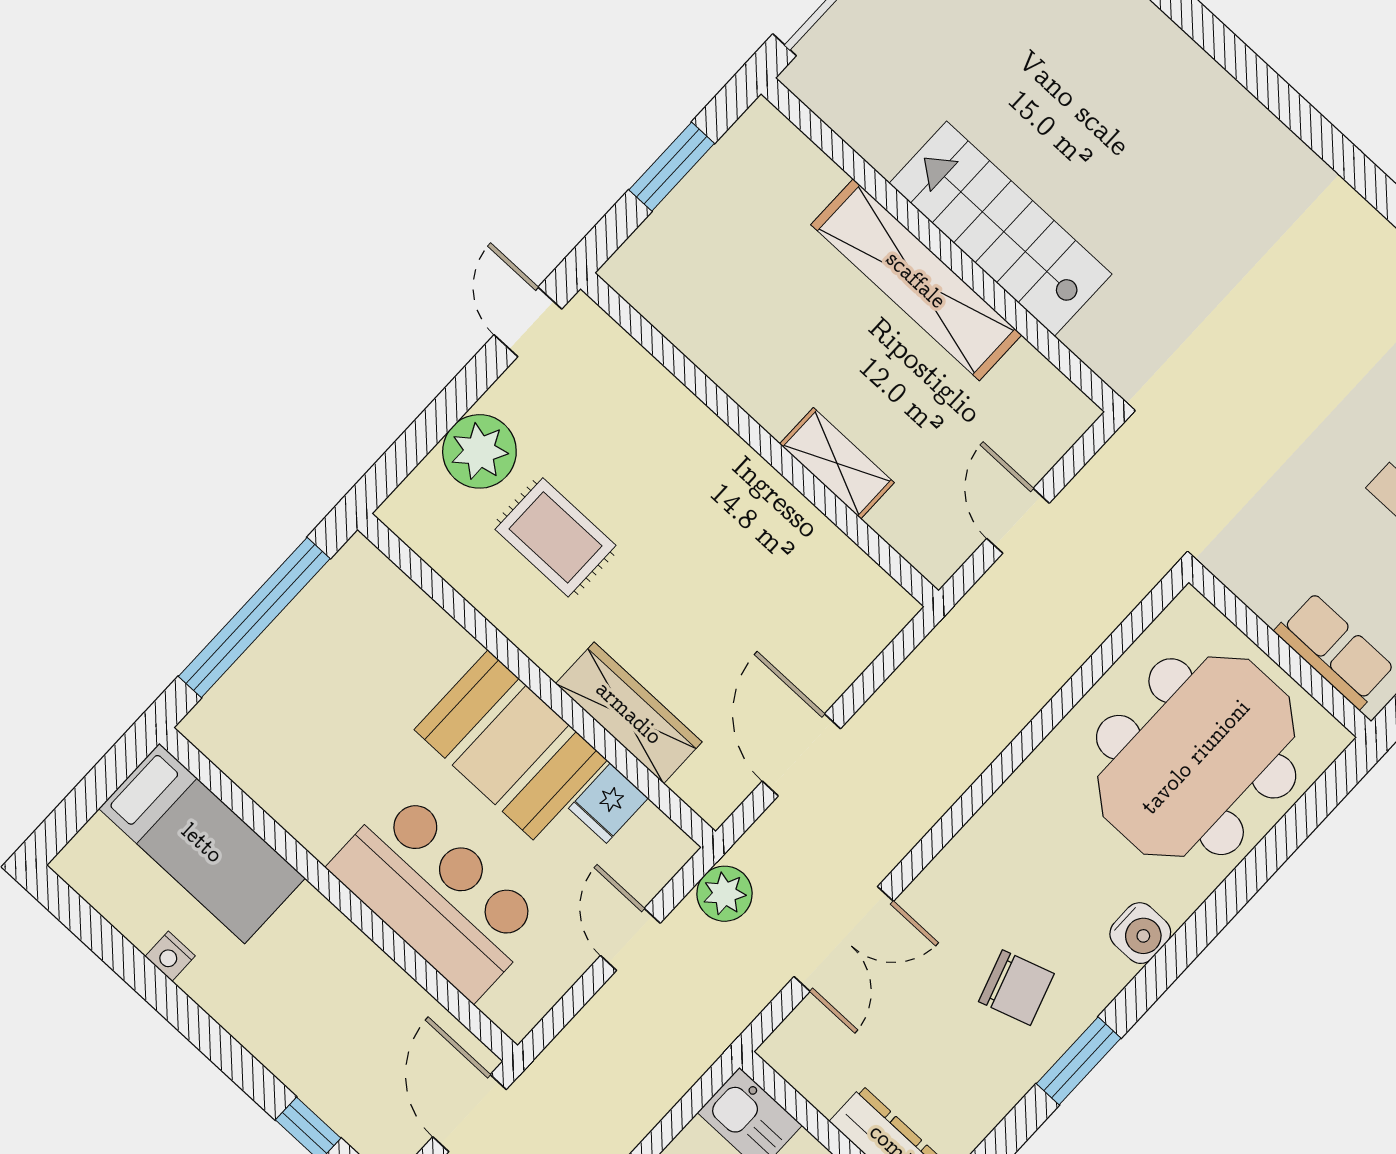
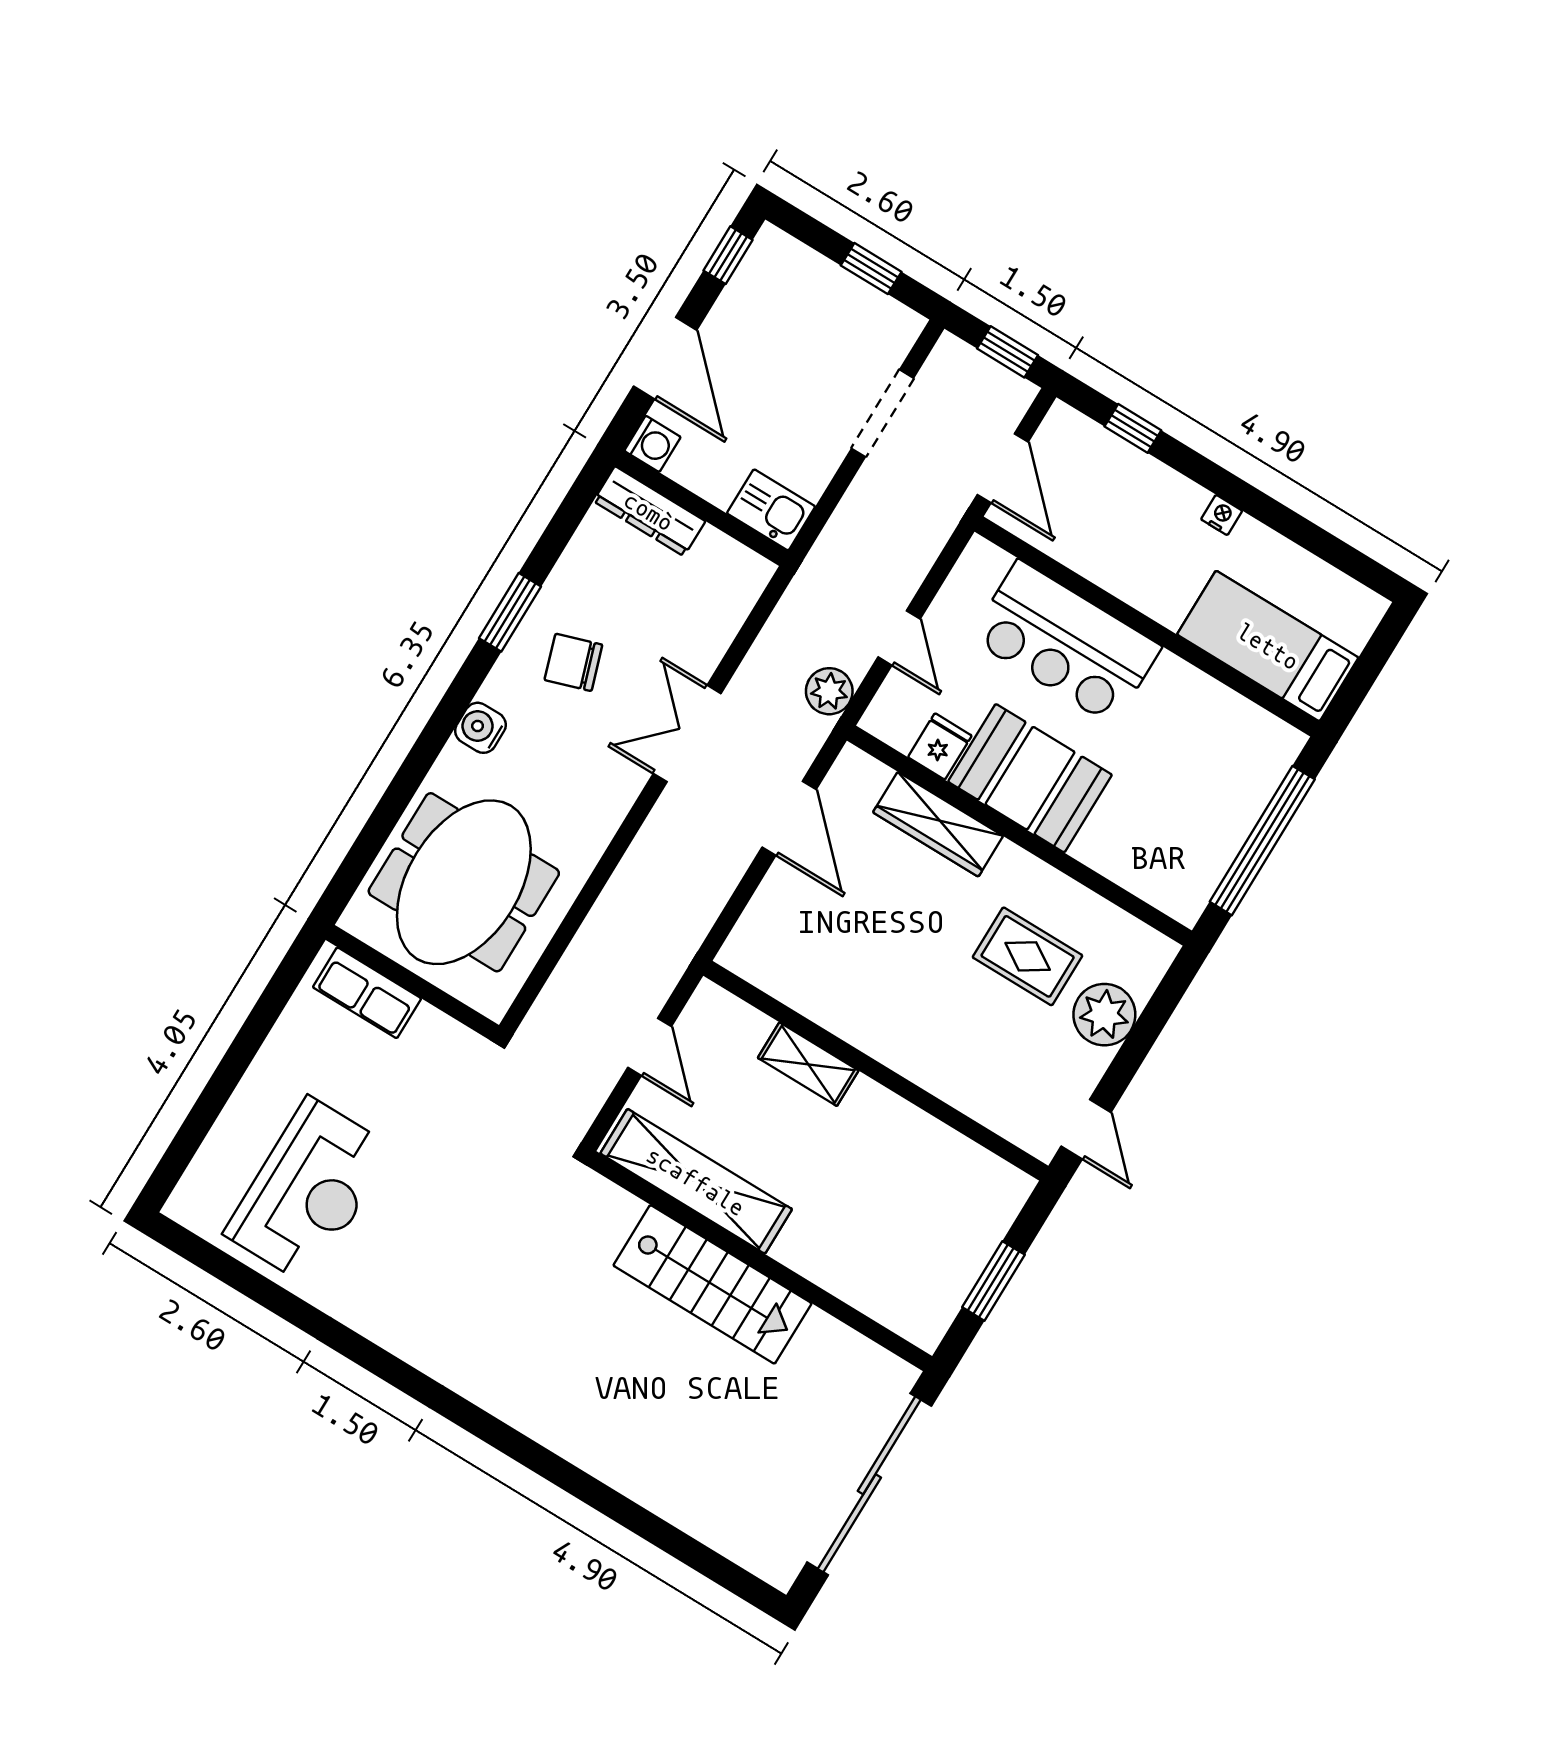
shelving: (916, 280) -> (696, 1181), moved
double door: (844, 939) -> (687, 734), moved
nightstand: (170, 956) -> (1222, 515), moved

